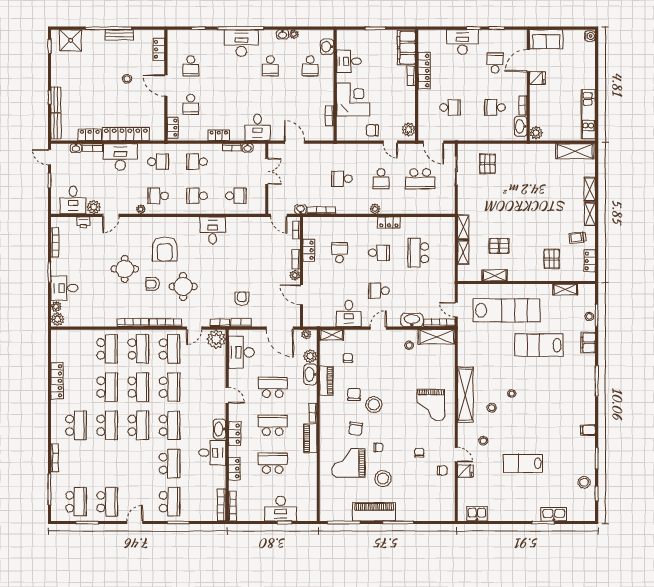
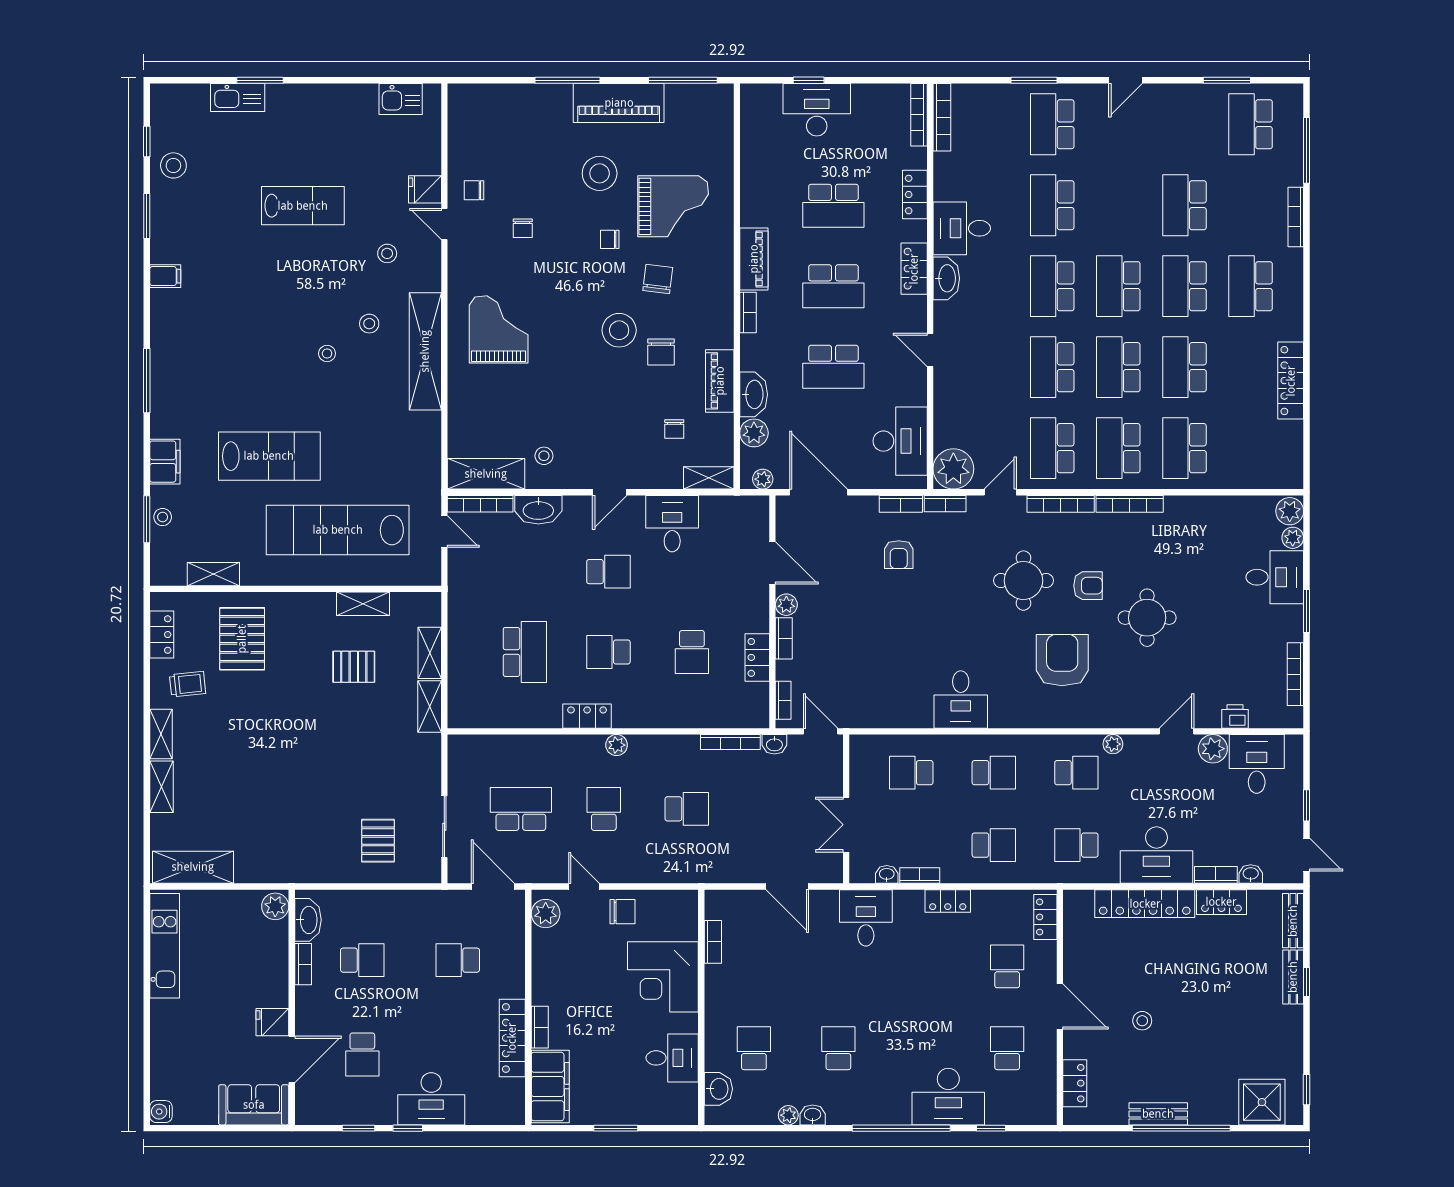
desk: (241, 43) -> (948, 1097), moved
pallet: (552, 259) -> (242, 639), width x1.50, depth x1.42
school desk: (107, 502) -> (1184, 205), moved

